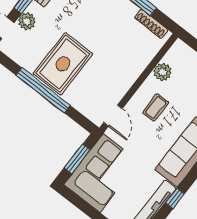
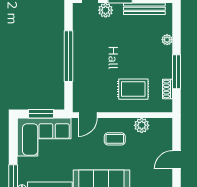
shoe rack: (151, 24) -> (168, 89), width x0.70
rug: (63, 64) -> (133, 89), moved, width x0.73, depth x0.70

